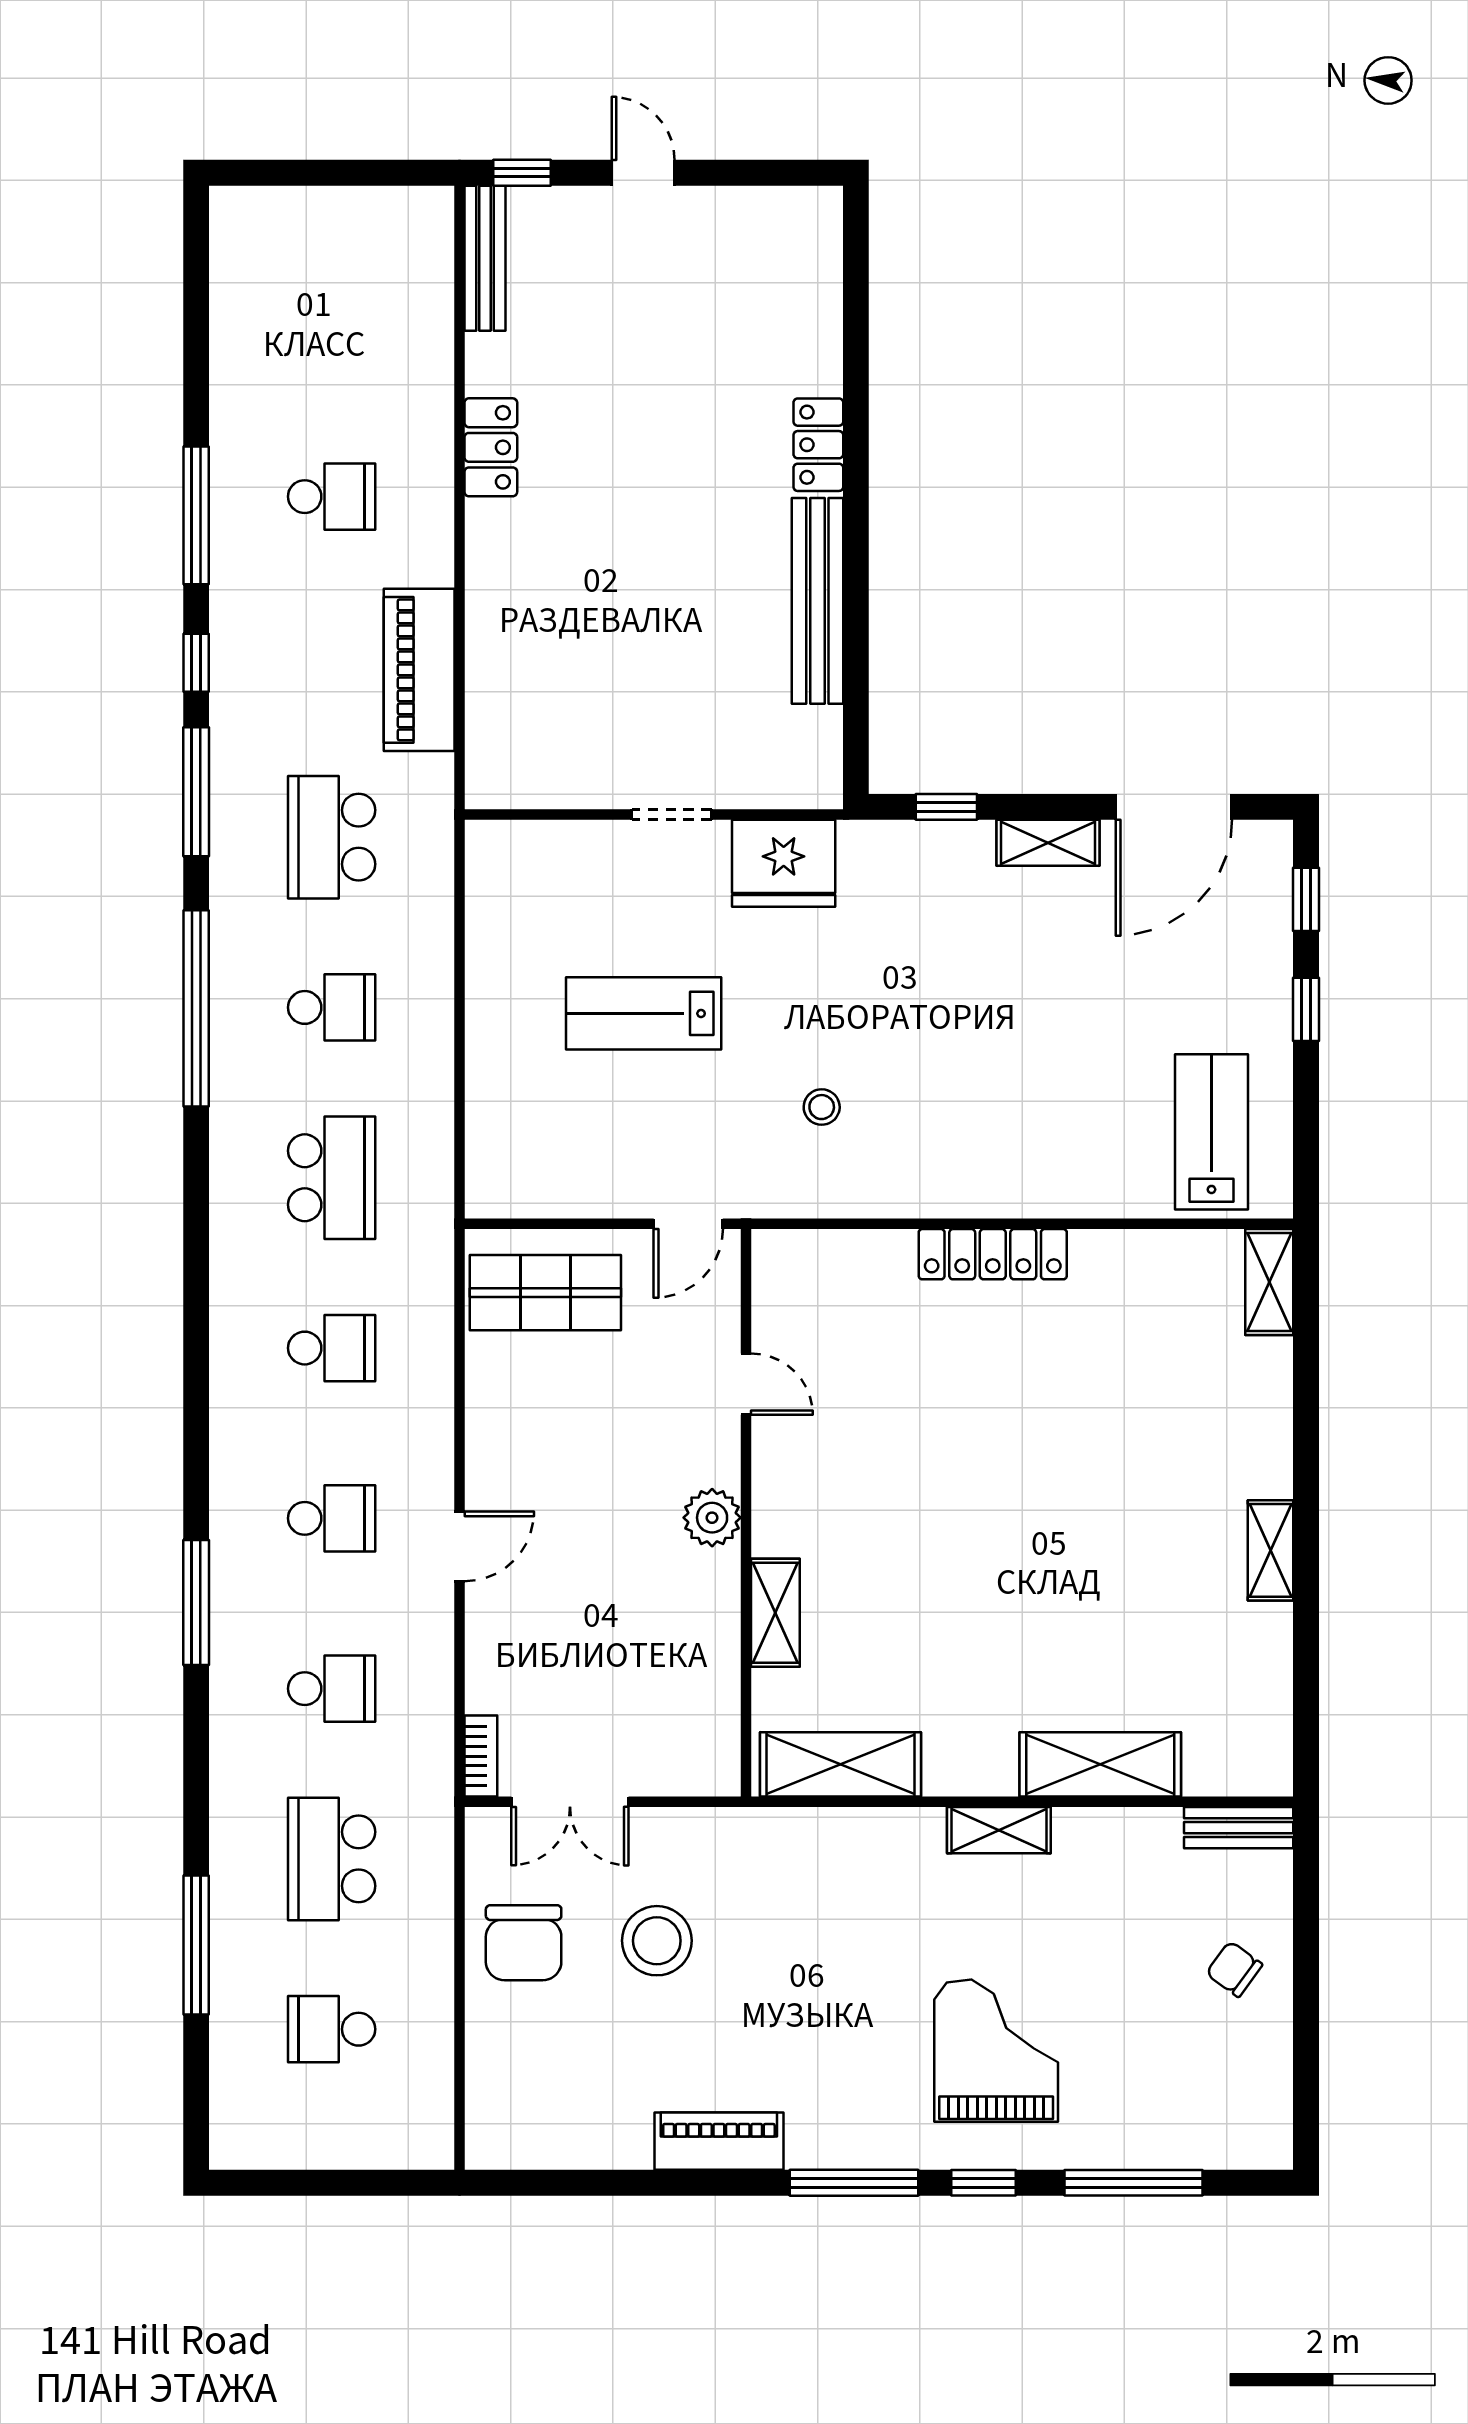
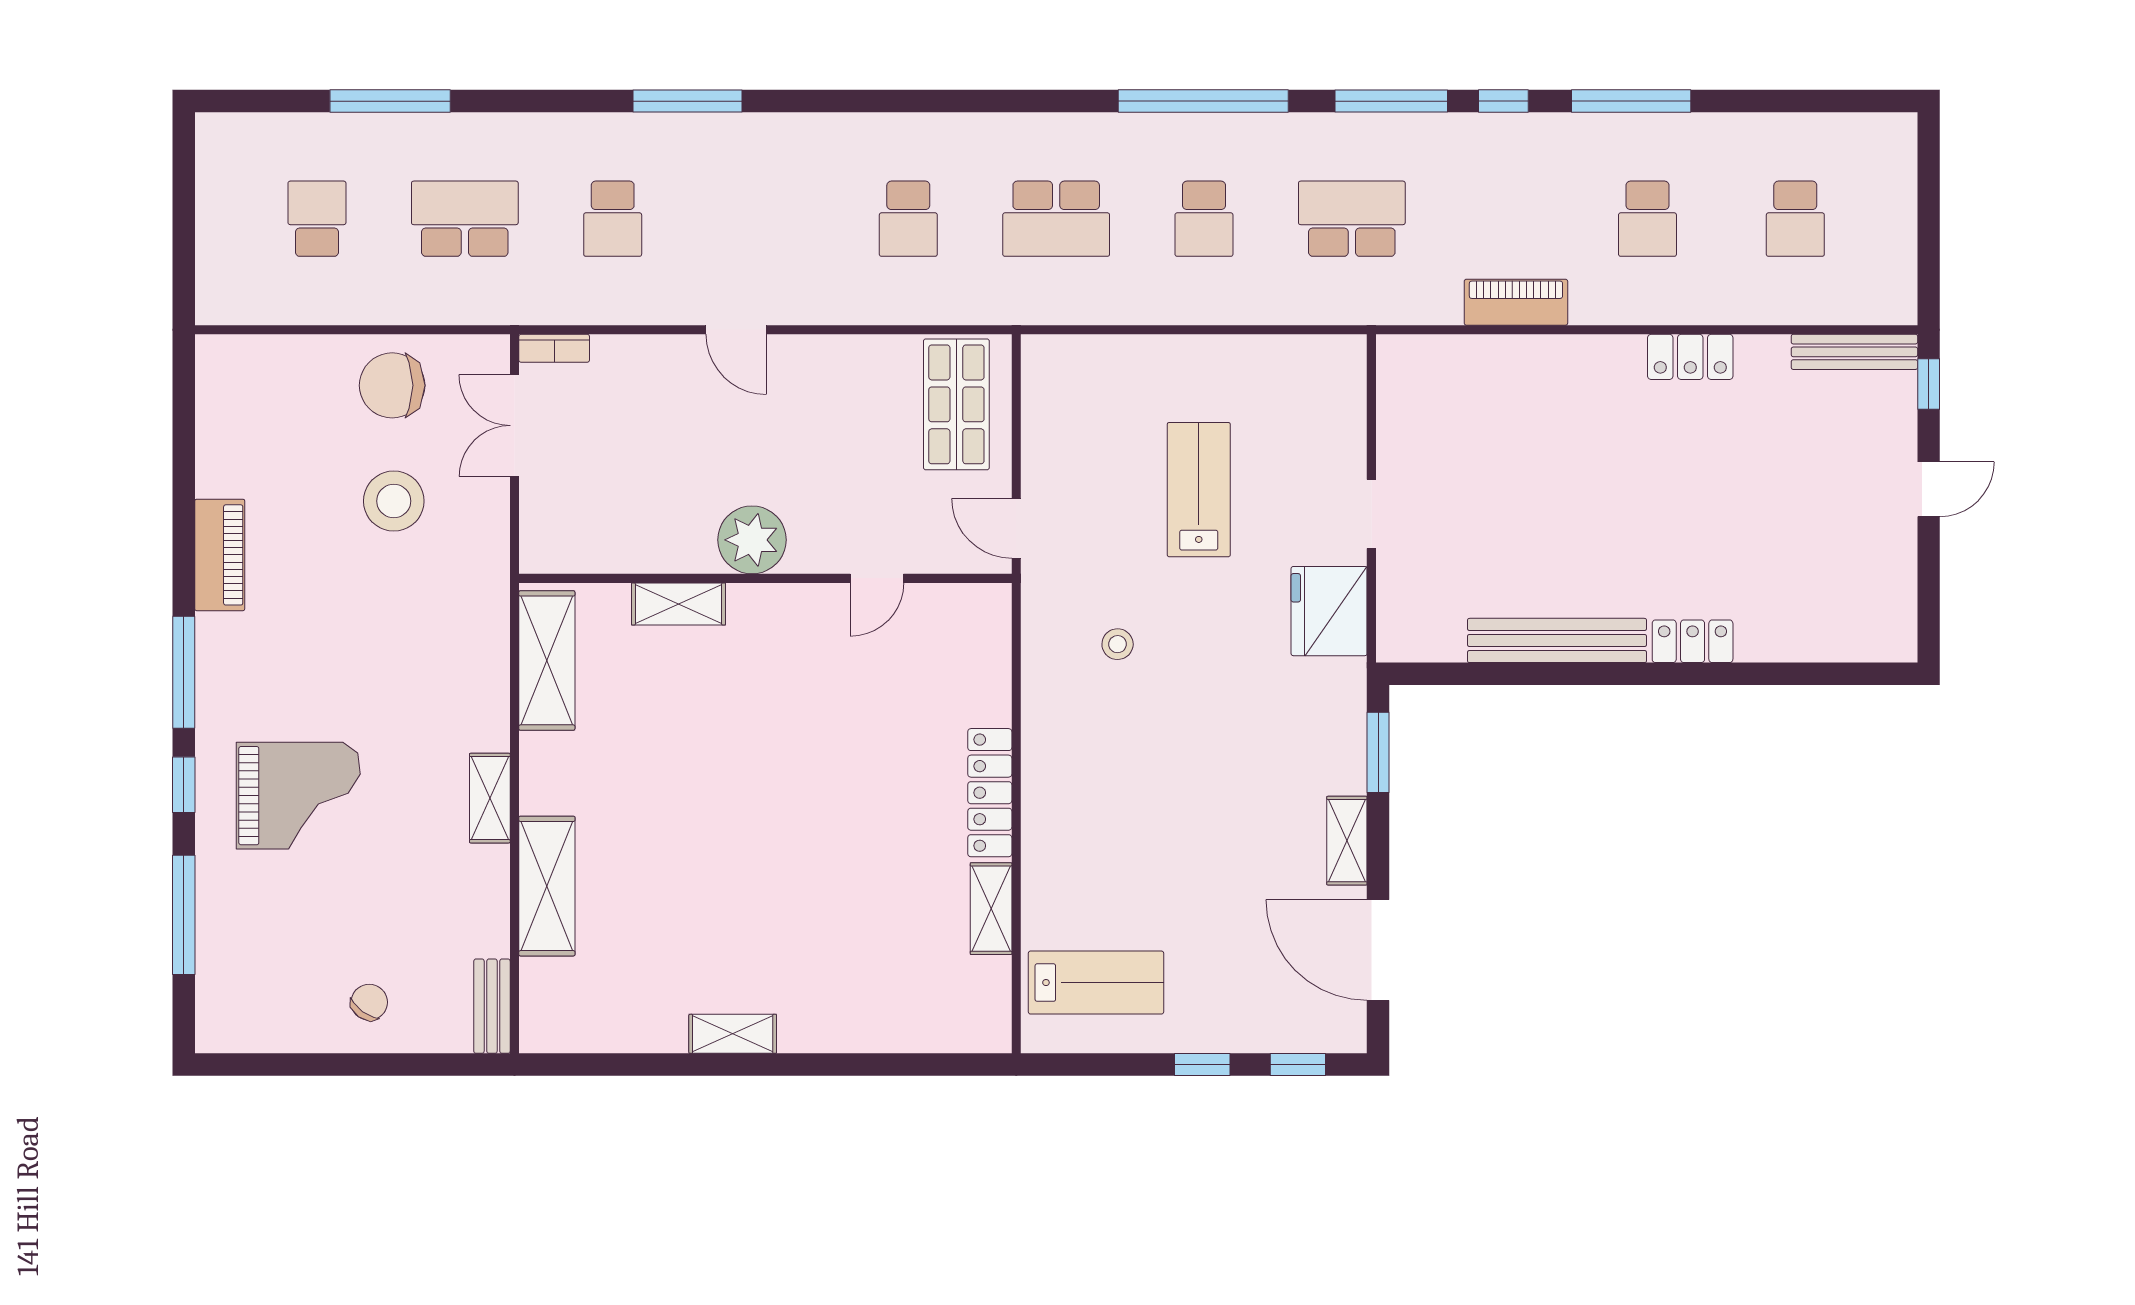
piano: (419, 670) -> (1516, 302), width x0.73, depth x0.75
window: (946, 807) -> (1378, 752), width x1.50
shelving: (1269, 1282) -> (991, 909), moved, turned 90
school desk: (332, 1518) -> (1795, 219), moved
plant: (712, 1518) -> (752, 540), width x1.36, depth x1.36

